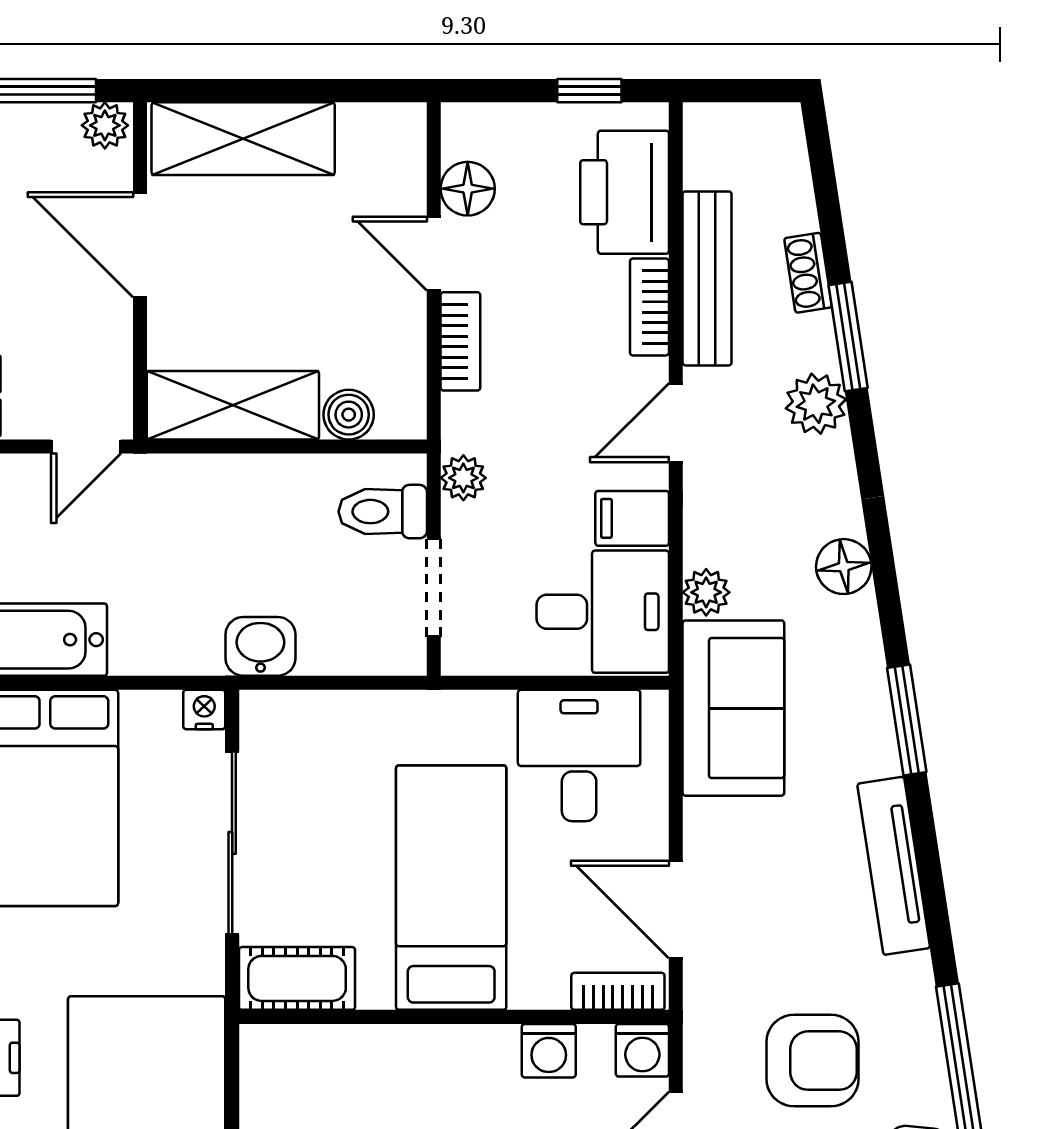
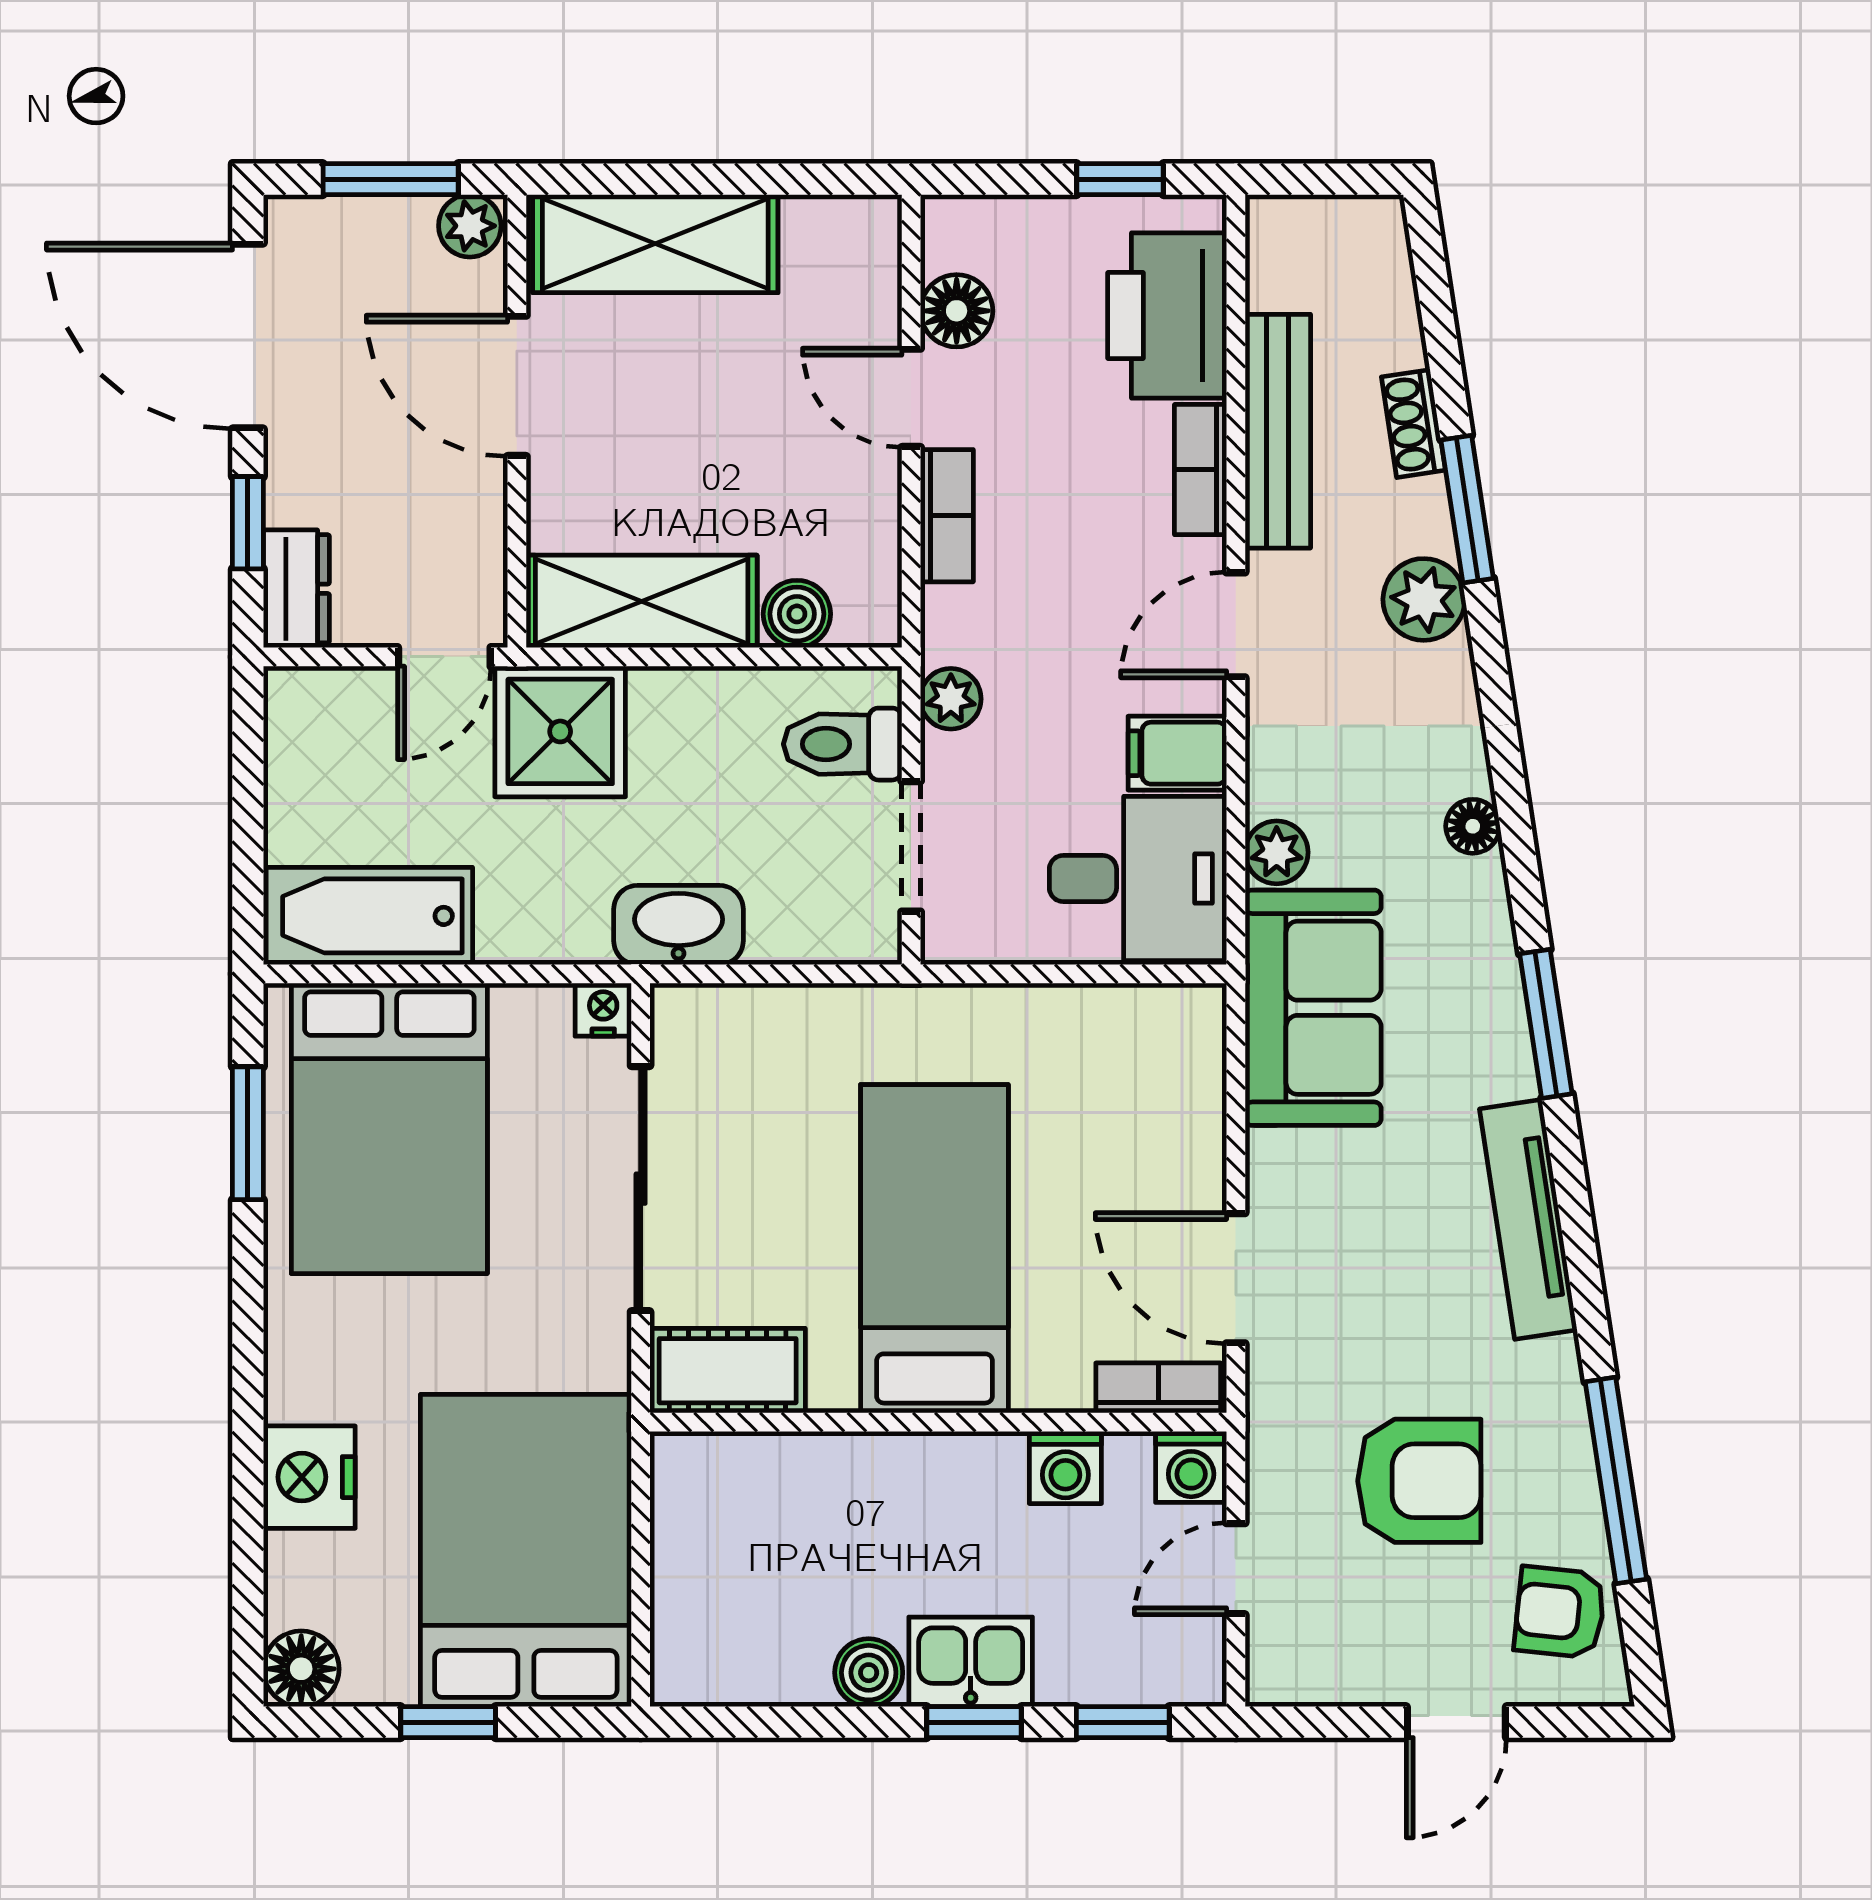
shower: (172, 502) -> (560, 731), added
floor lamp: (844, 567) -> (1473, 826), width x0.73, depth x0.73
washbasin: (260, 646) -> (679, 925), width x1.38
desk: (579, 756) -> (1106, 1071), removed

